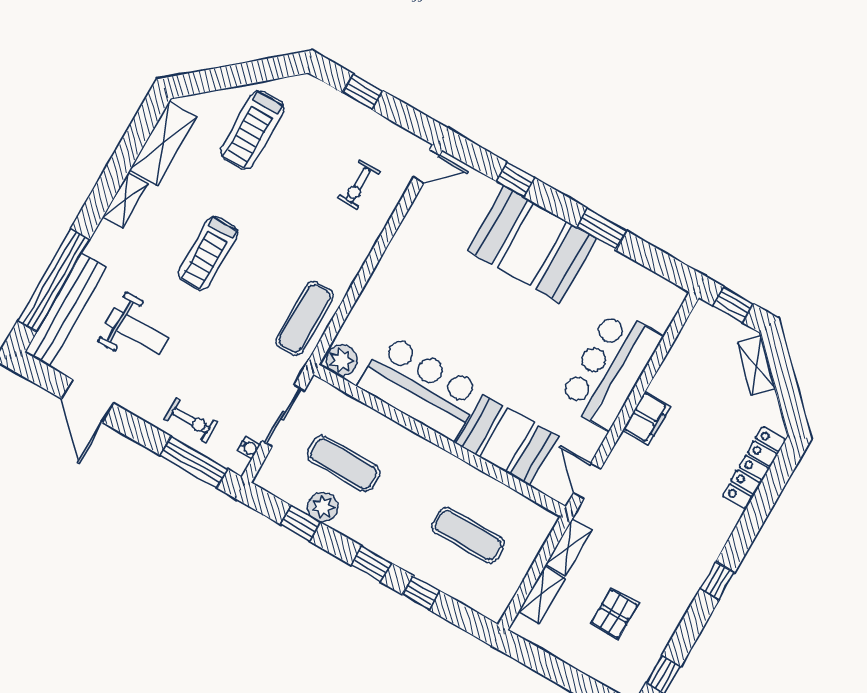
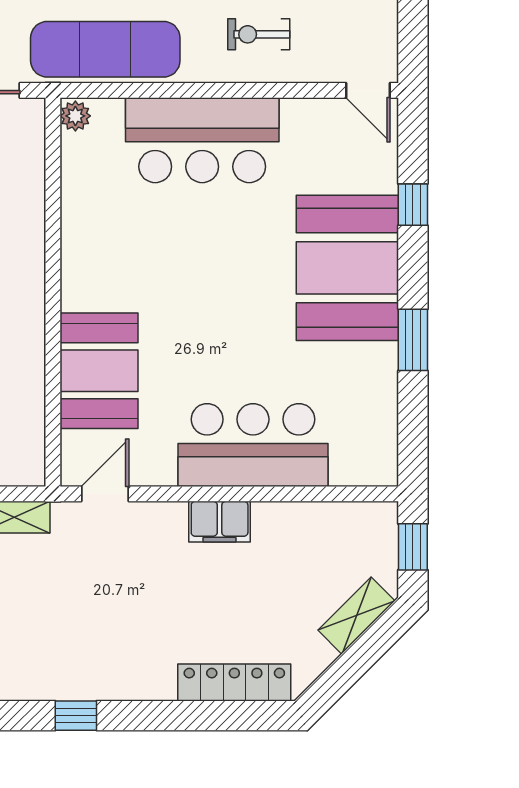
exercise bike: (358, 185) -> (259, 34), moved
exercise mat: (305, 318) -> (105, 49), width x1.36, depth x1.45
plant: (342, 360) -> (75, 116), width x0.73, depth x0.73
bar counter: (421, 387) -> (202, 140), moved, turned 90

